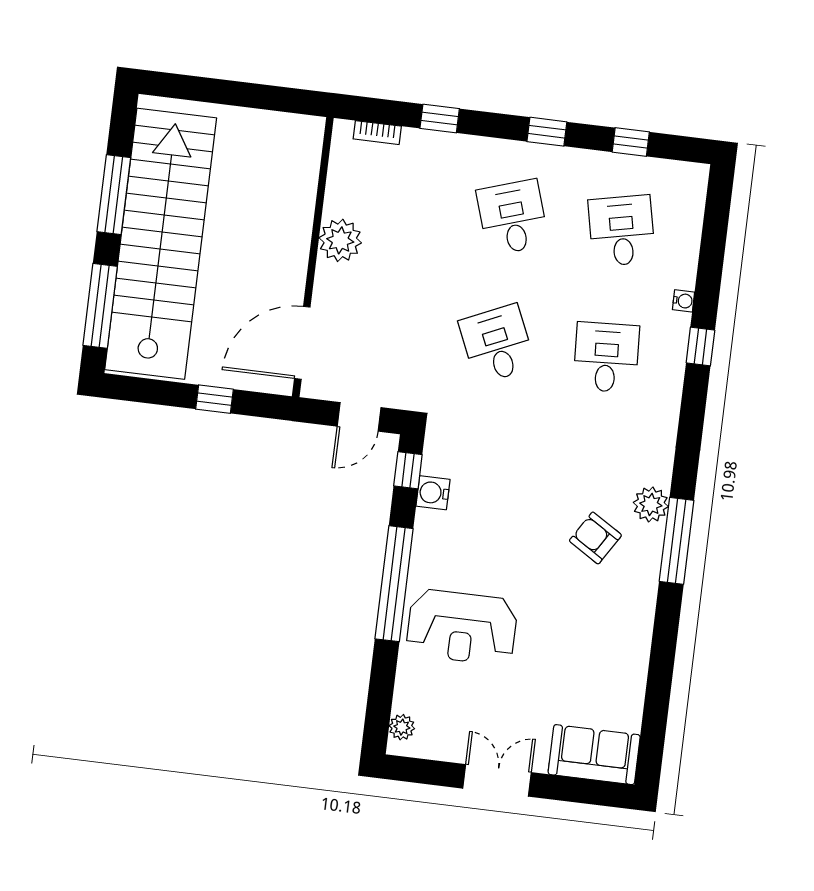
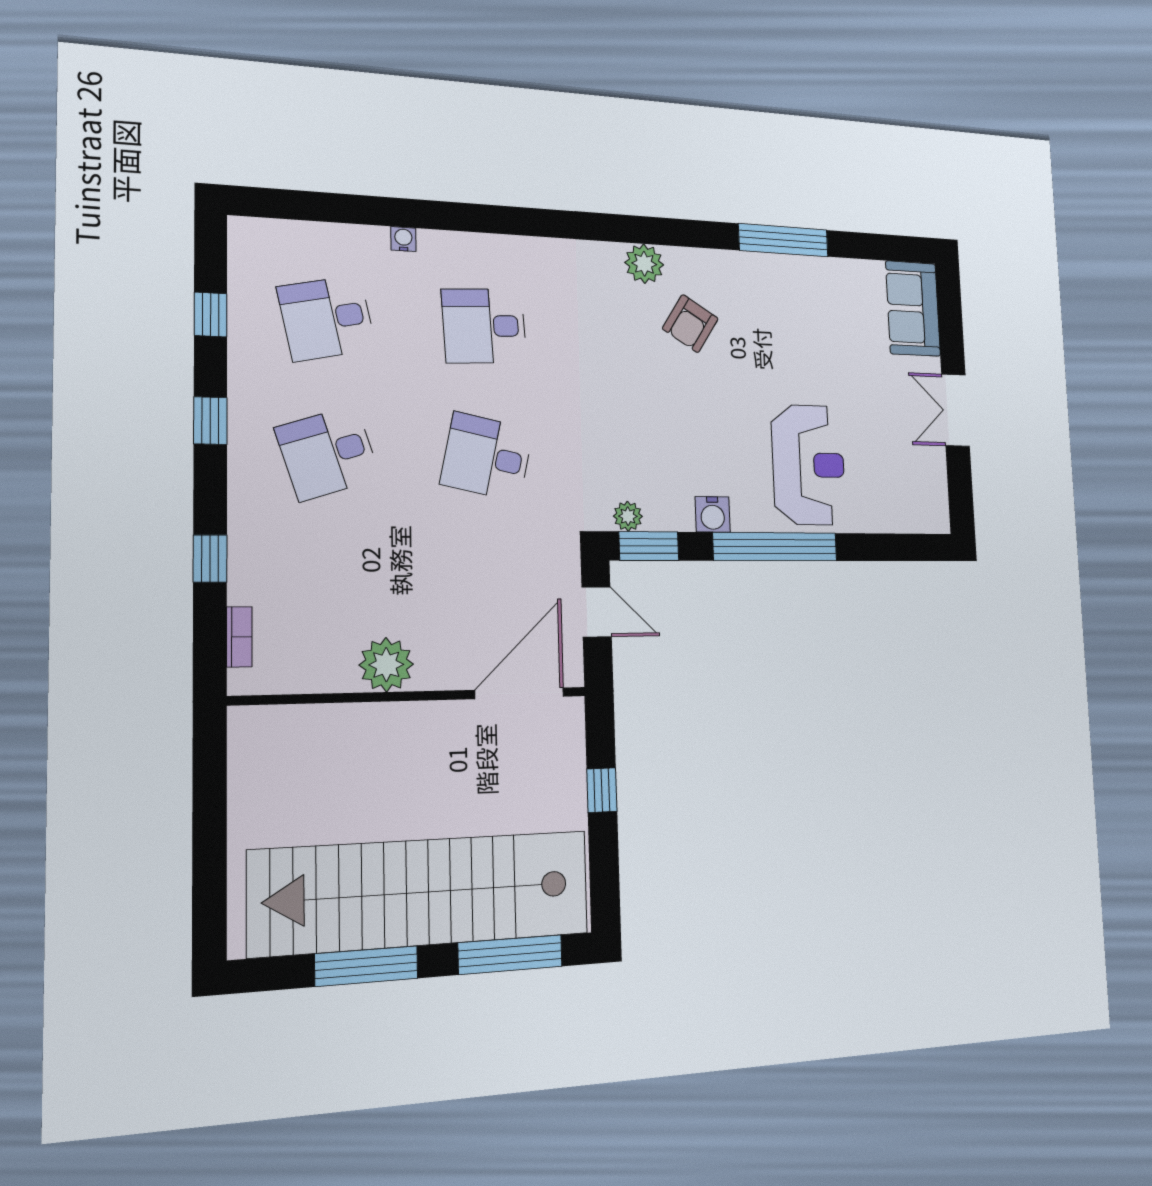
door: (302, 343) -> (519, 693), swing flipped
desk: (497, 344) -> (487, 457), turned 36
window: (700, 346) -> (455, 216), removed
window: (408, 470) -> (649, 546), width x1.50
water cooler: (433, 493) -> (713, 514), moved
window: (677, 541) -> (783, 240), moved
plant: (402, 727) -> (628, 516), moved

